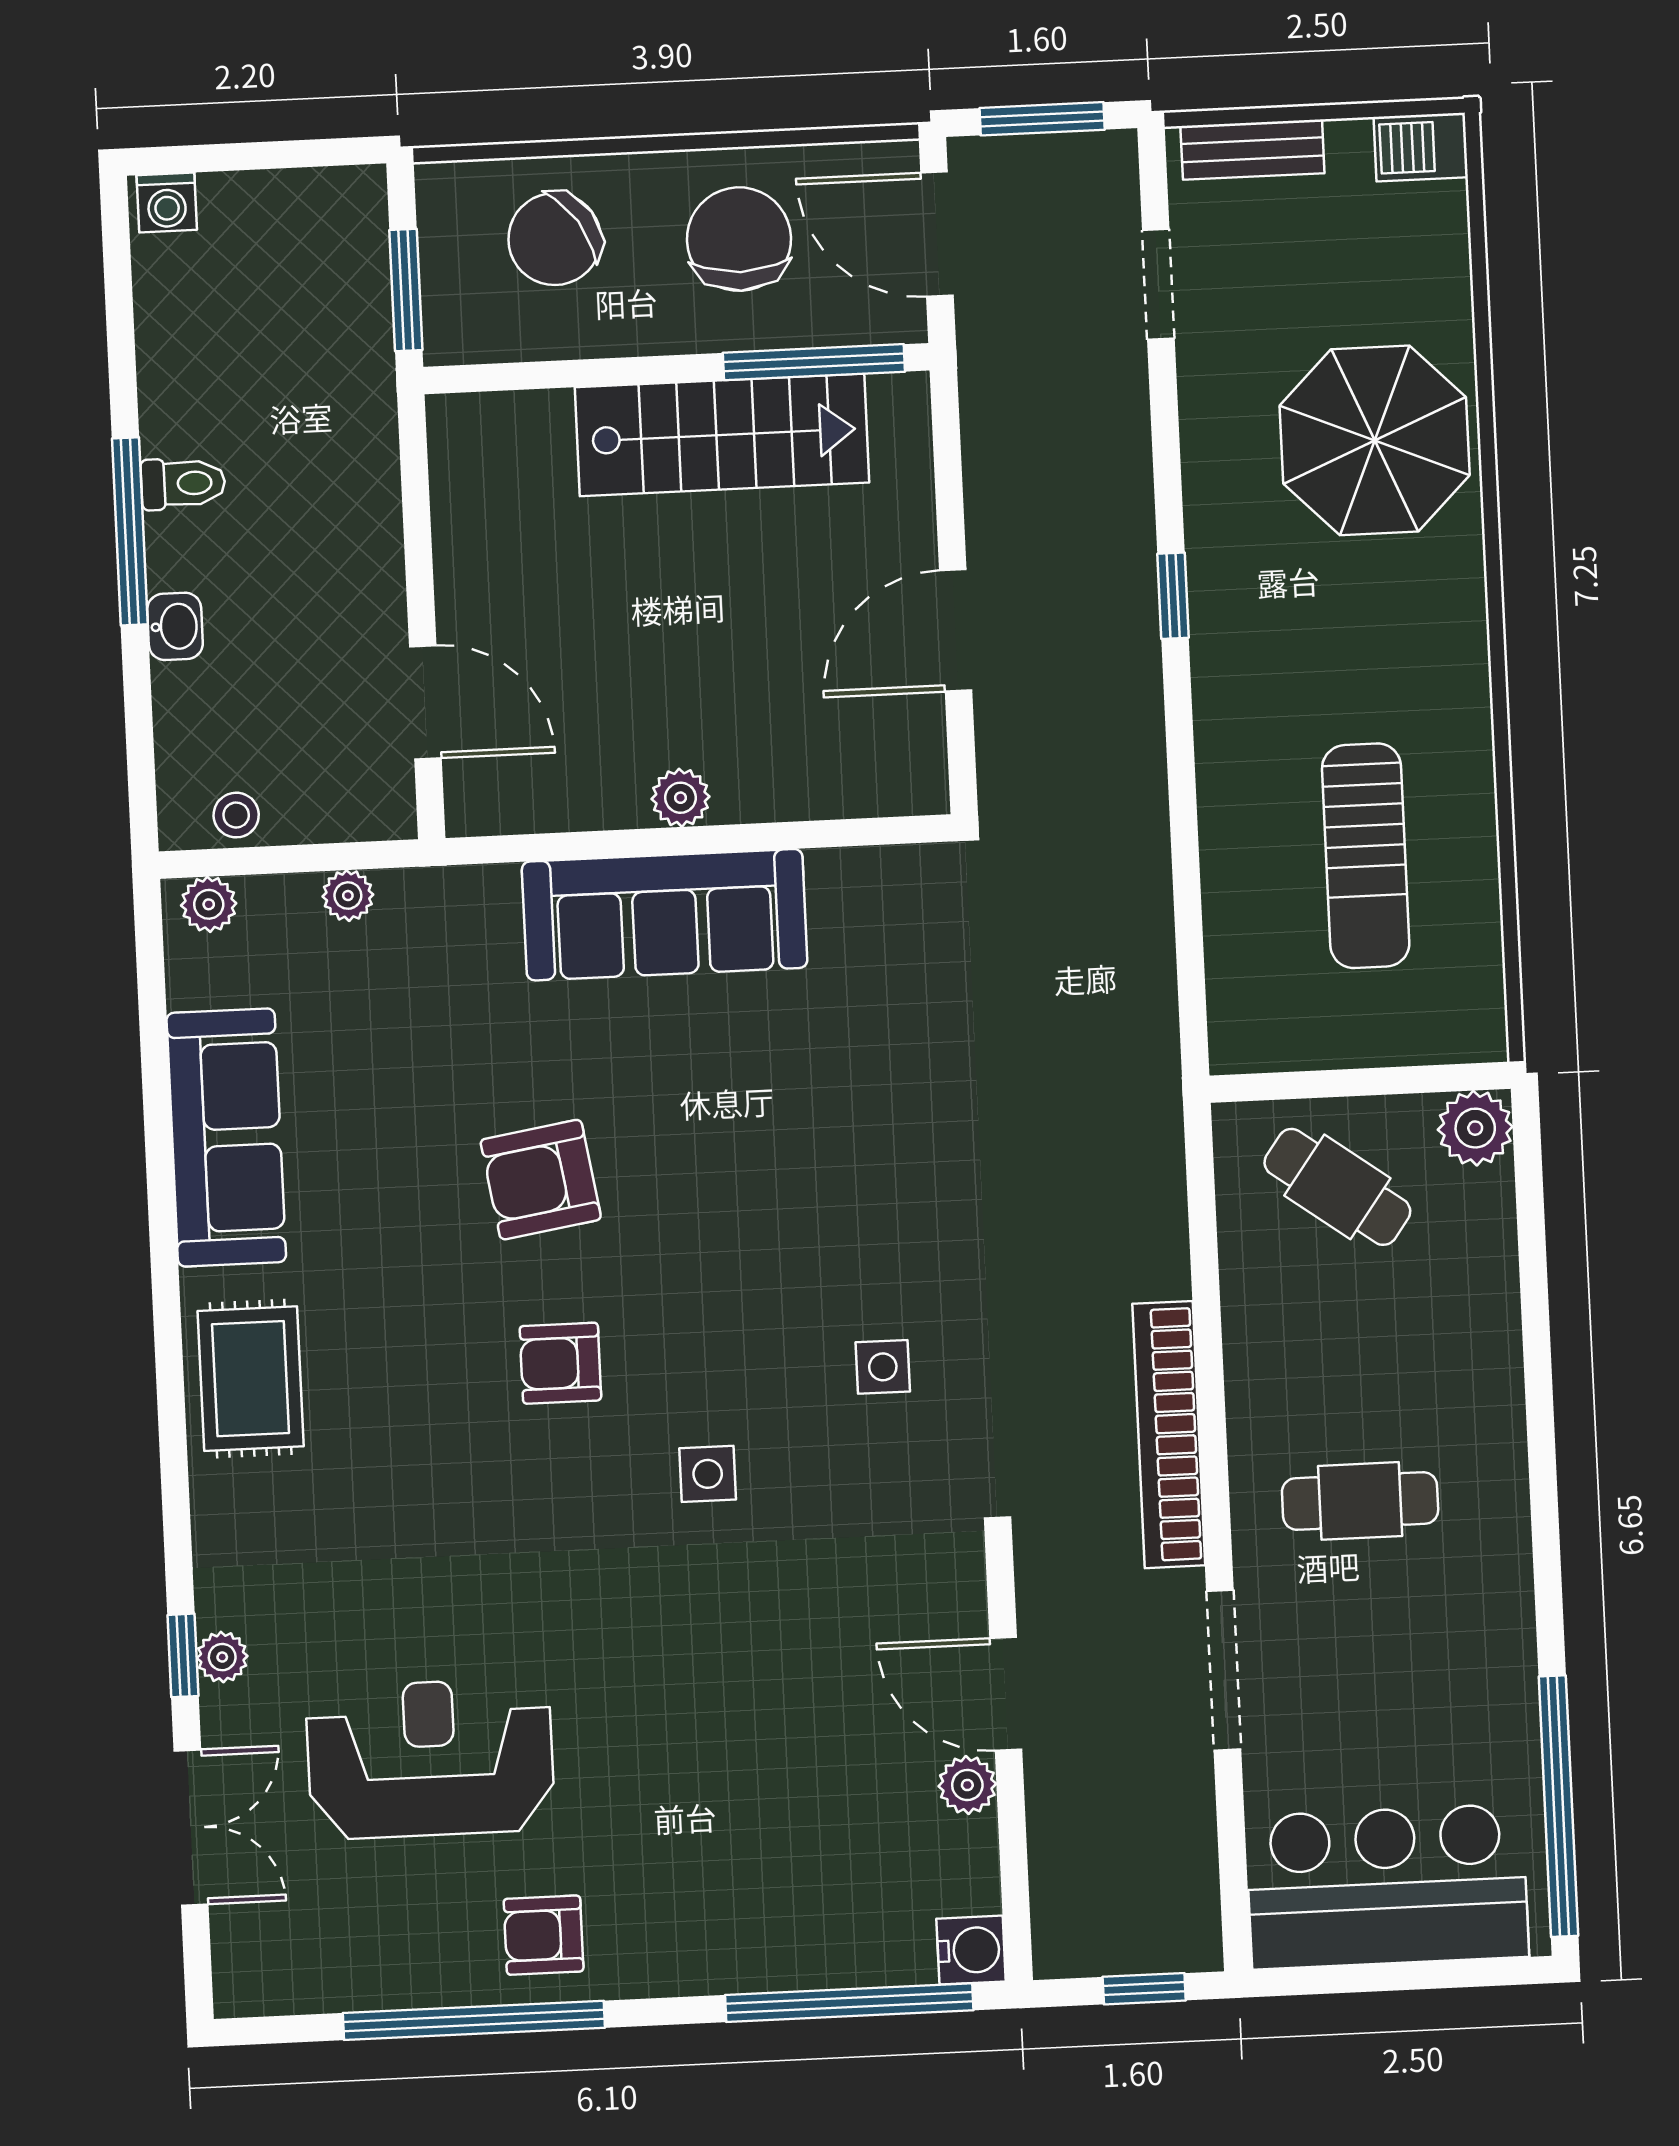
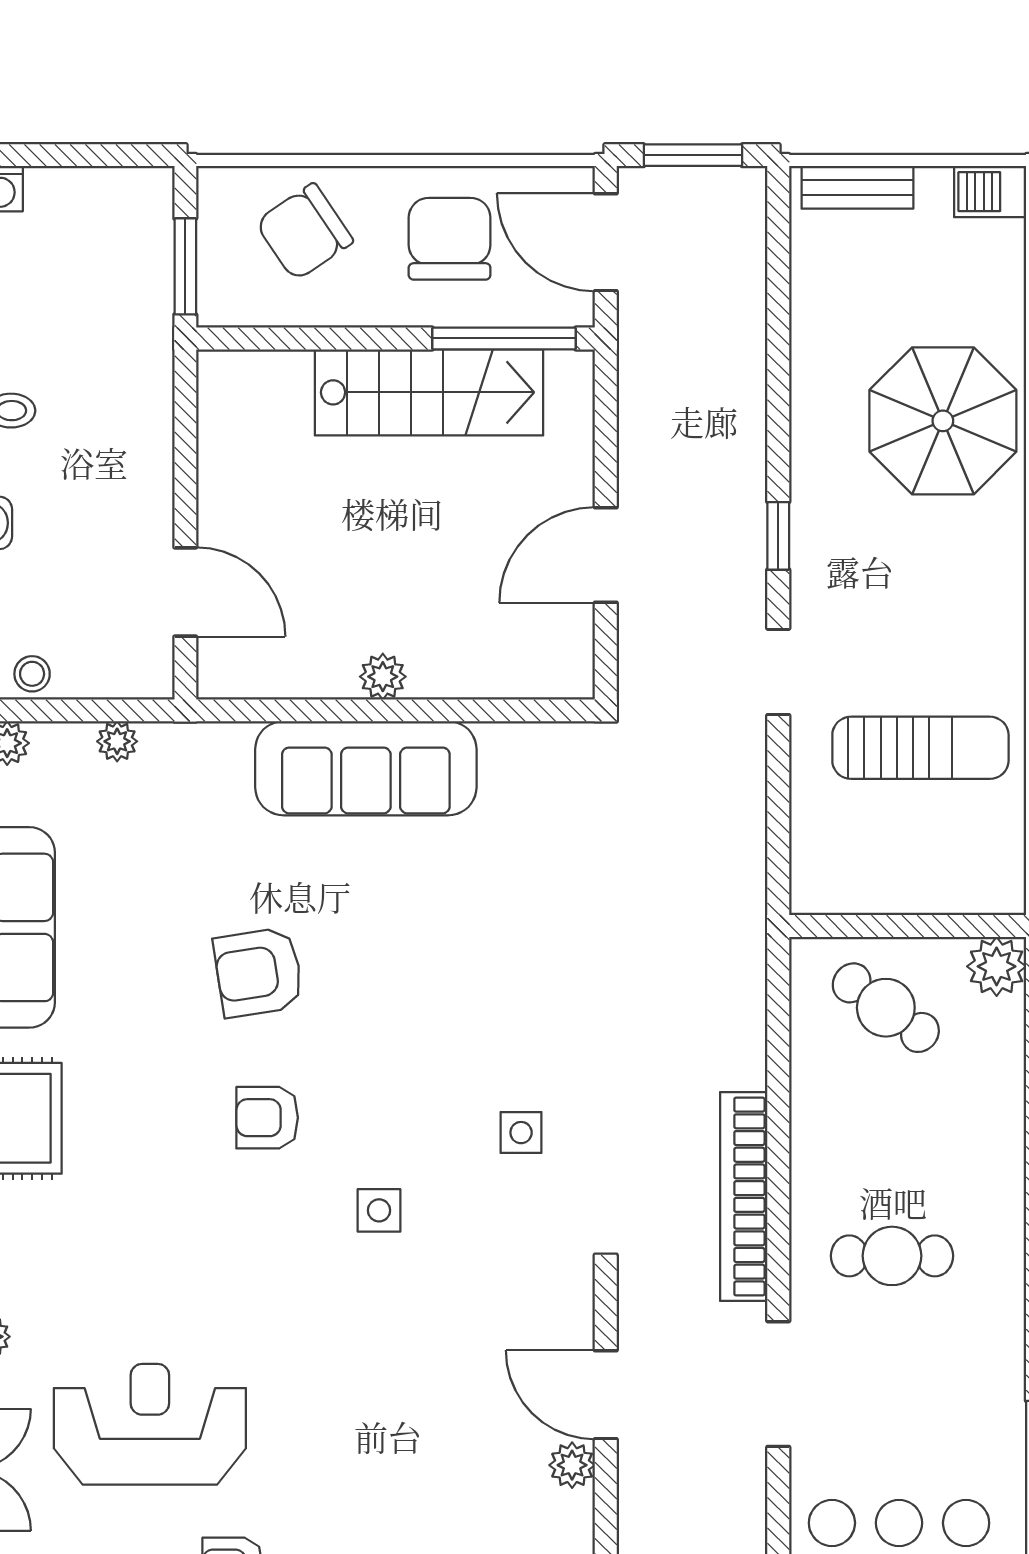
doorway: (1158, 284) -> (778, 672), moved
sun lounger: (1366, 856) -> (920, 748), turned -90

